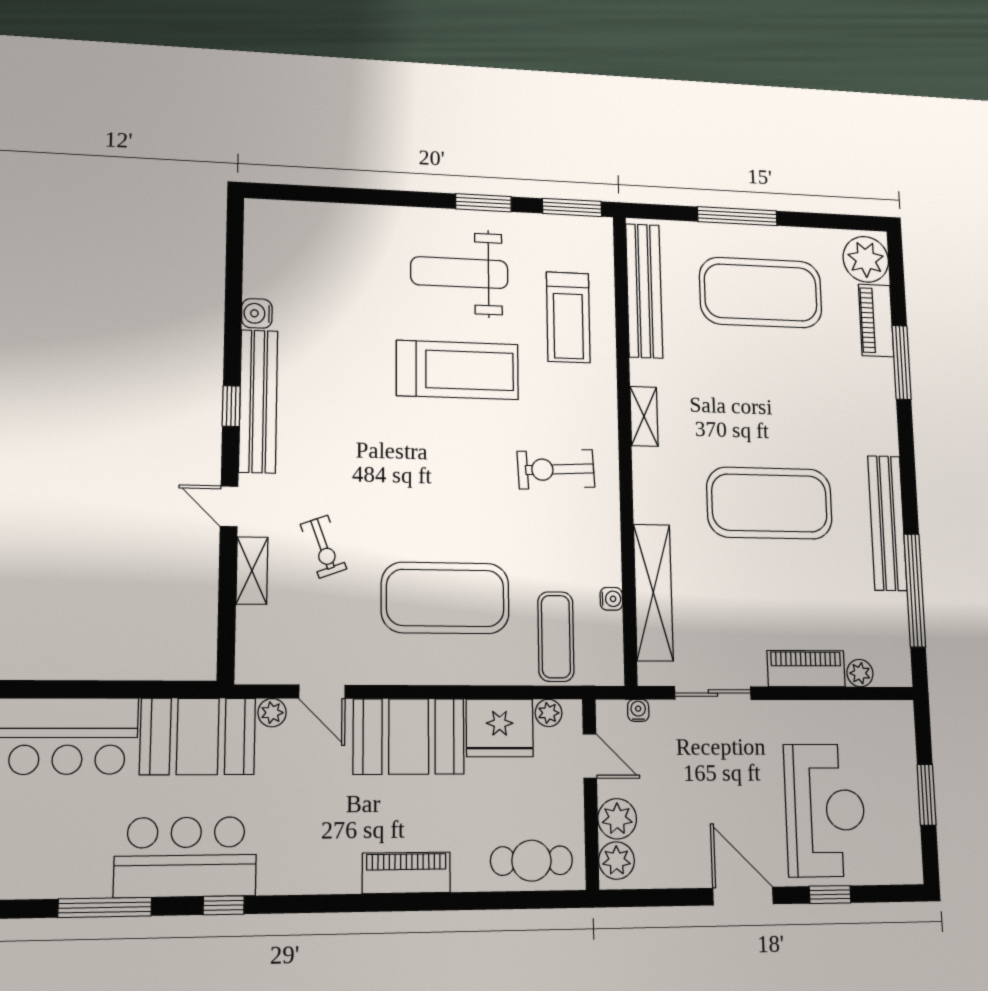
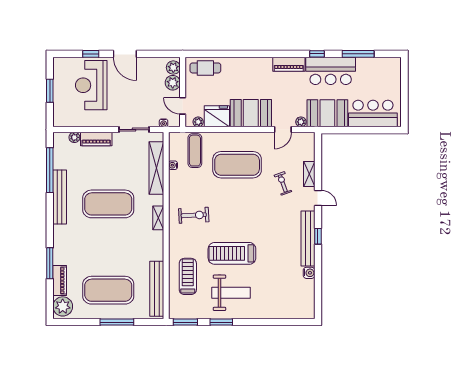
shelving: (644, 416) -> (158, 218), moved
door: (322, 692) -> (283, 130), swing flipped
piano: (406, 873) -> (289, 64), moved

